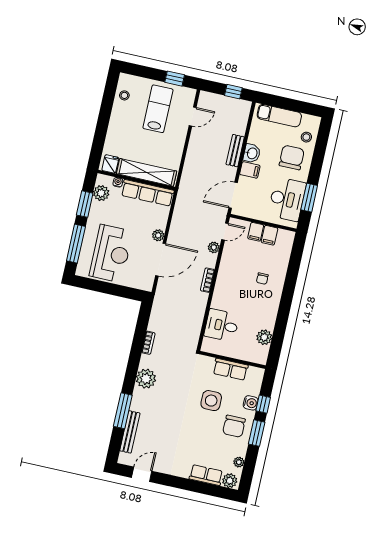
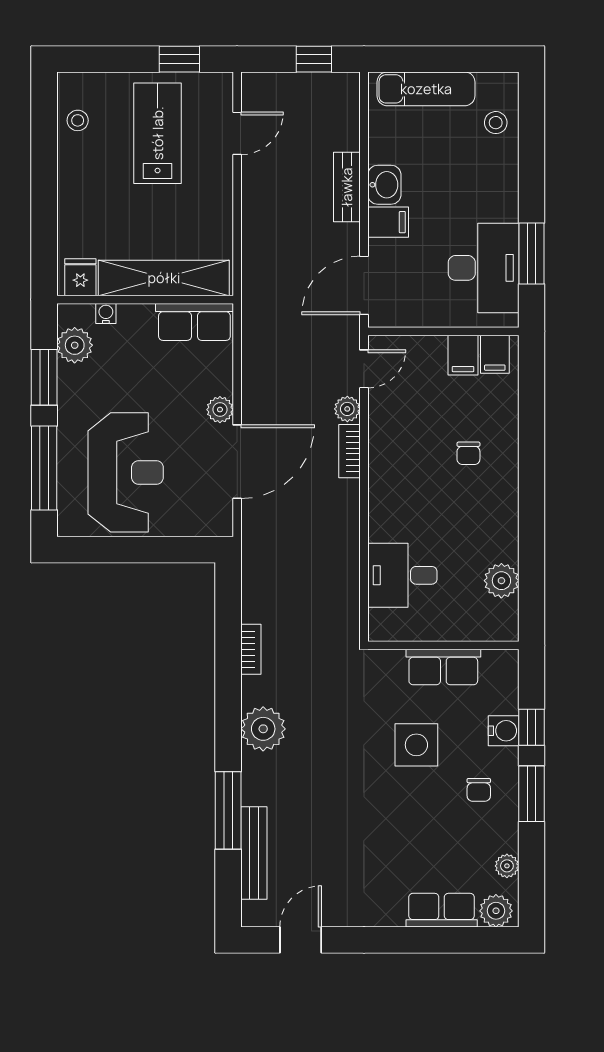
chair: (292, 157) -> (474, 174), removed
row of seats: (148, 193) -> (194, 322), width x0.68
filing cabinet: (256, 232) -> (495, 354), moved
bookcase: (207, 280) -> (349, 451), moved
chair: (234, 426) -> (479, 790), width x0.54, depth x0.54

